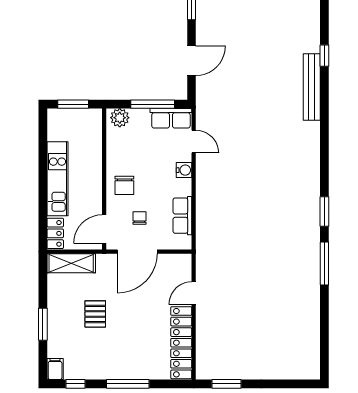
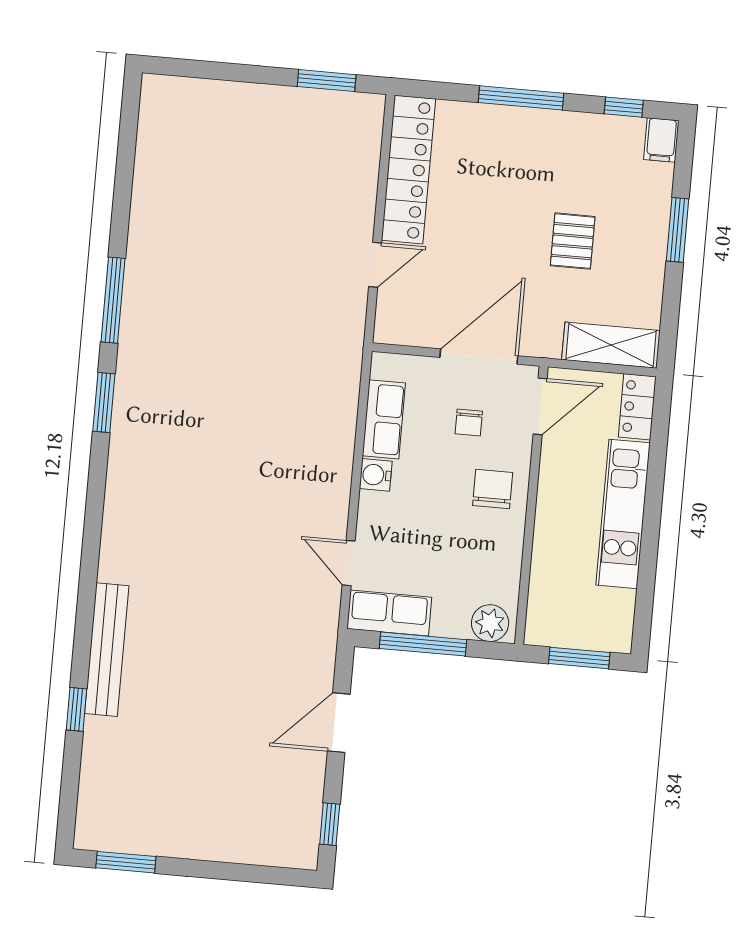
water cooler: (184, 170) -> (376, 475), moved

